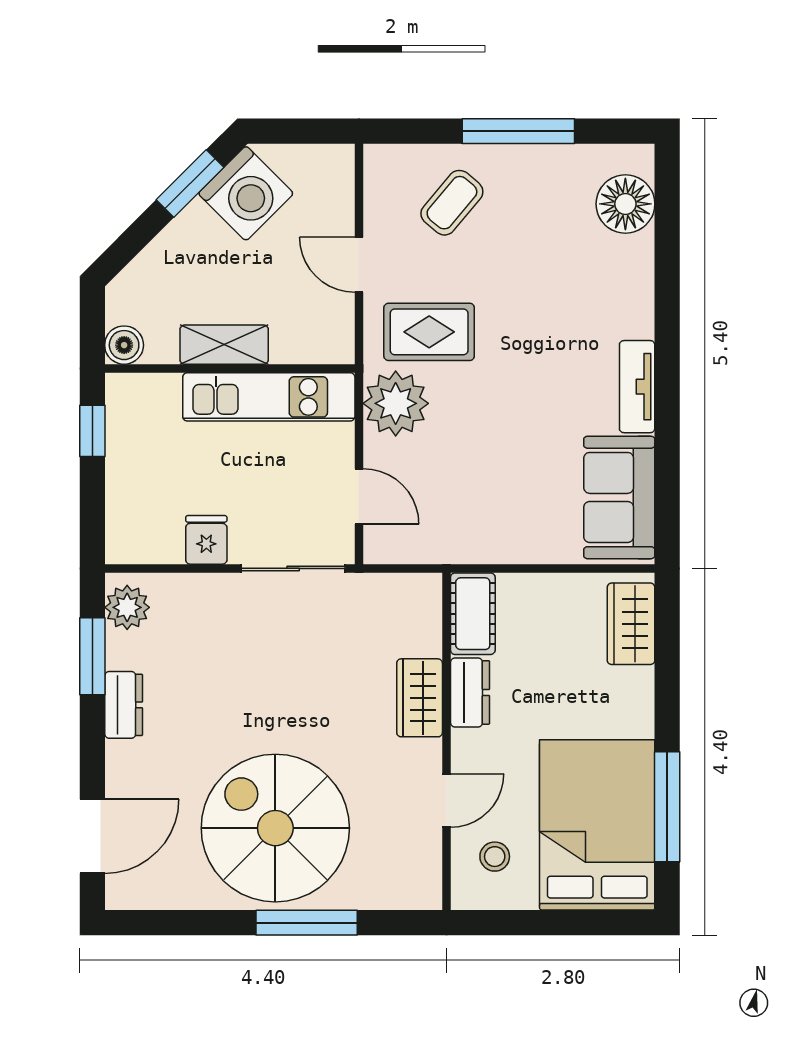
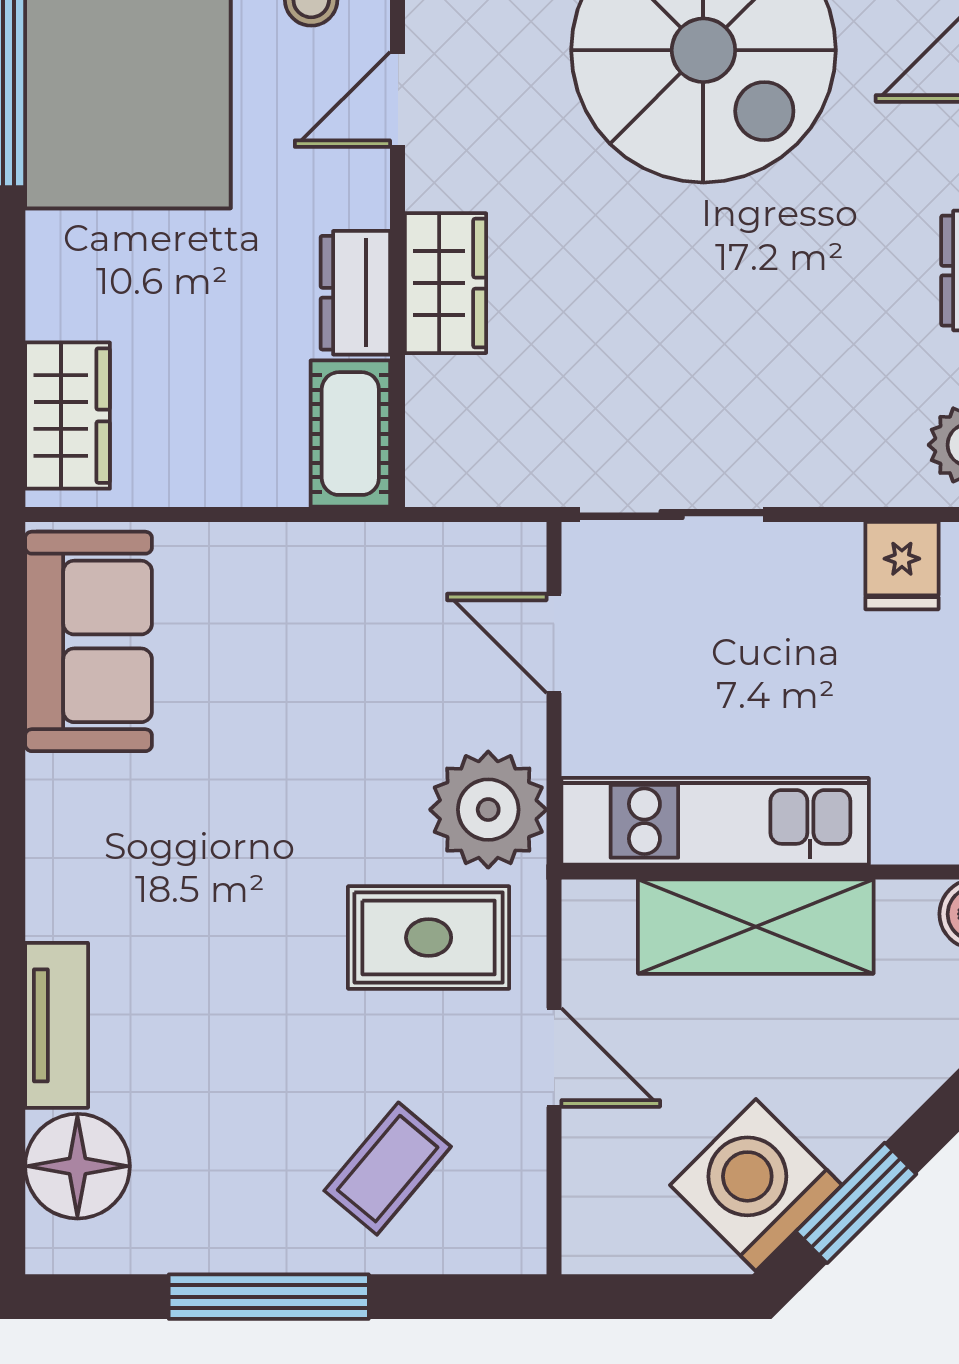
shelving: (224, 345) -> (756, 927), width x1.50, depth x1.33
tv unit: (637, 387) -> (57, 1025), moved
fridge: (206, 540) -> (902, 566), moved

